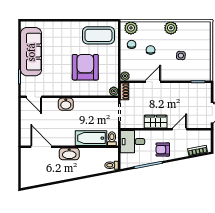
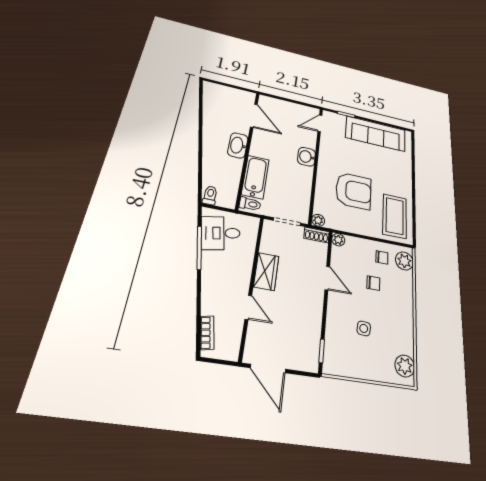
plant: (171, 28) -> (405, 366), moved
desk: (133, 142) -> (221, 233), moved, turned -101
door: (41, 147) -> (254, 116), hinge flipped
armchair: (163, 150) -> (220, 275), removed

